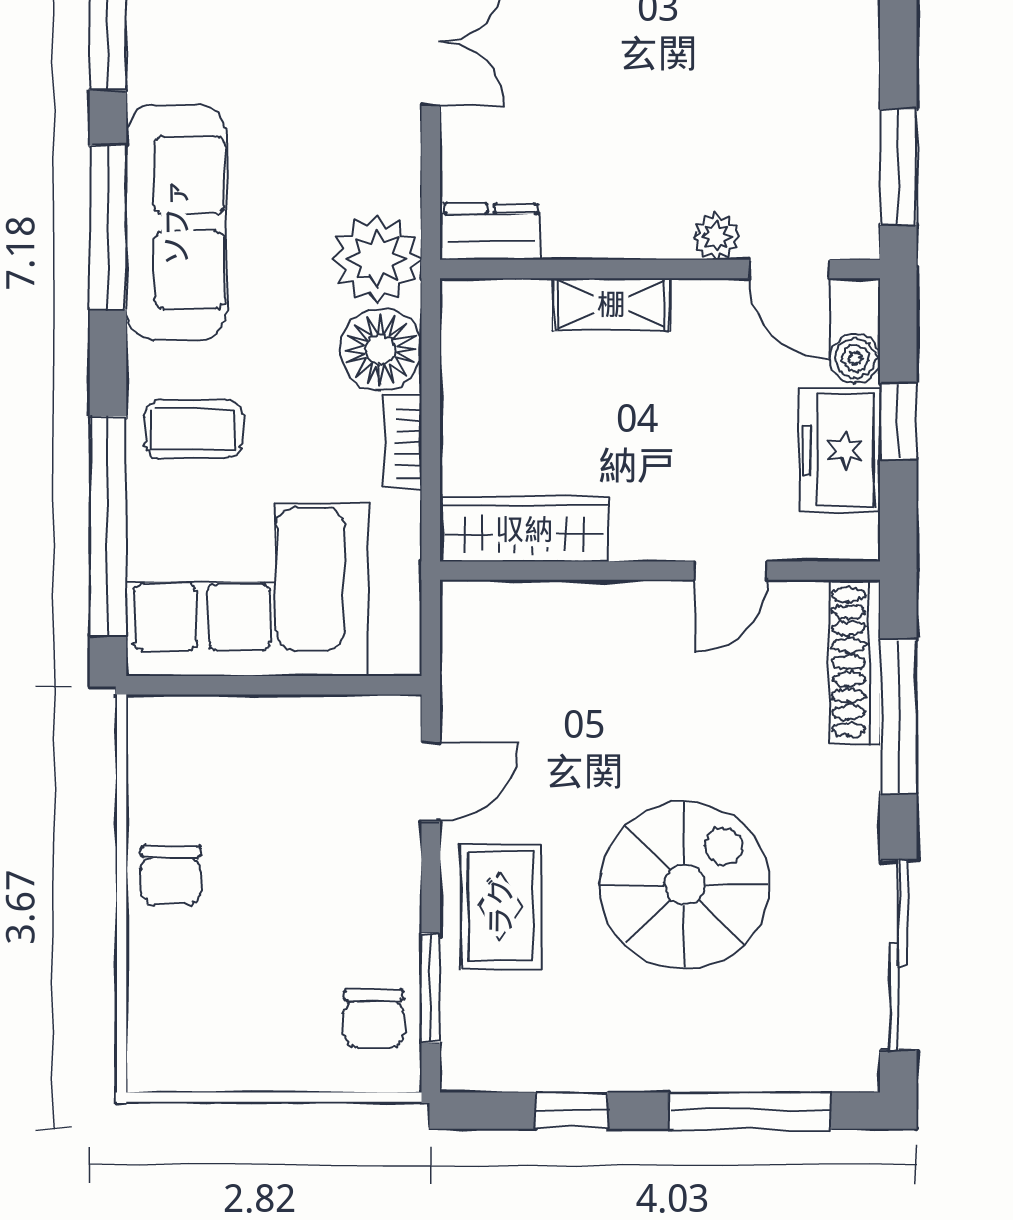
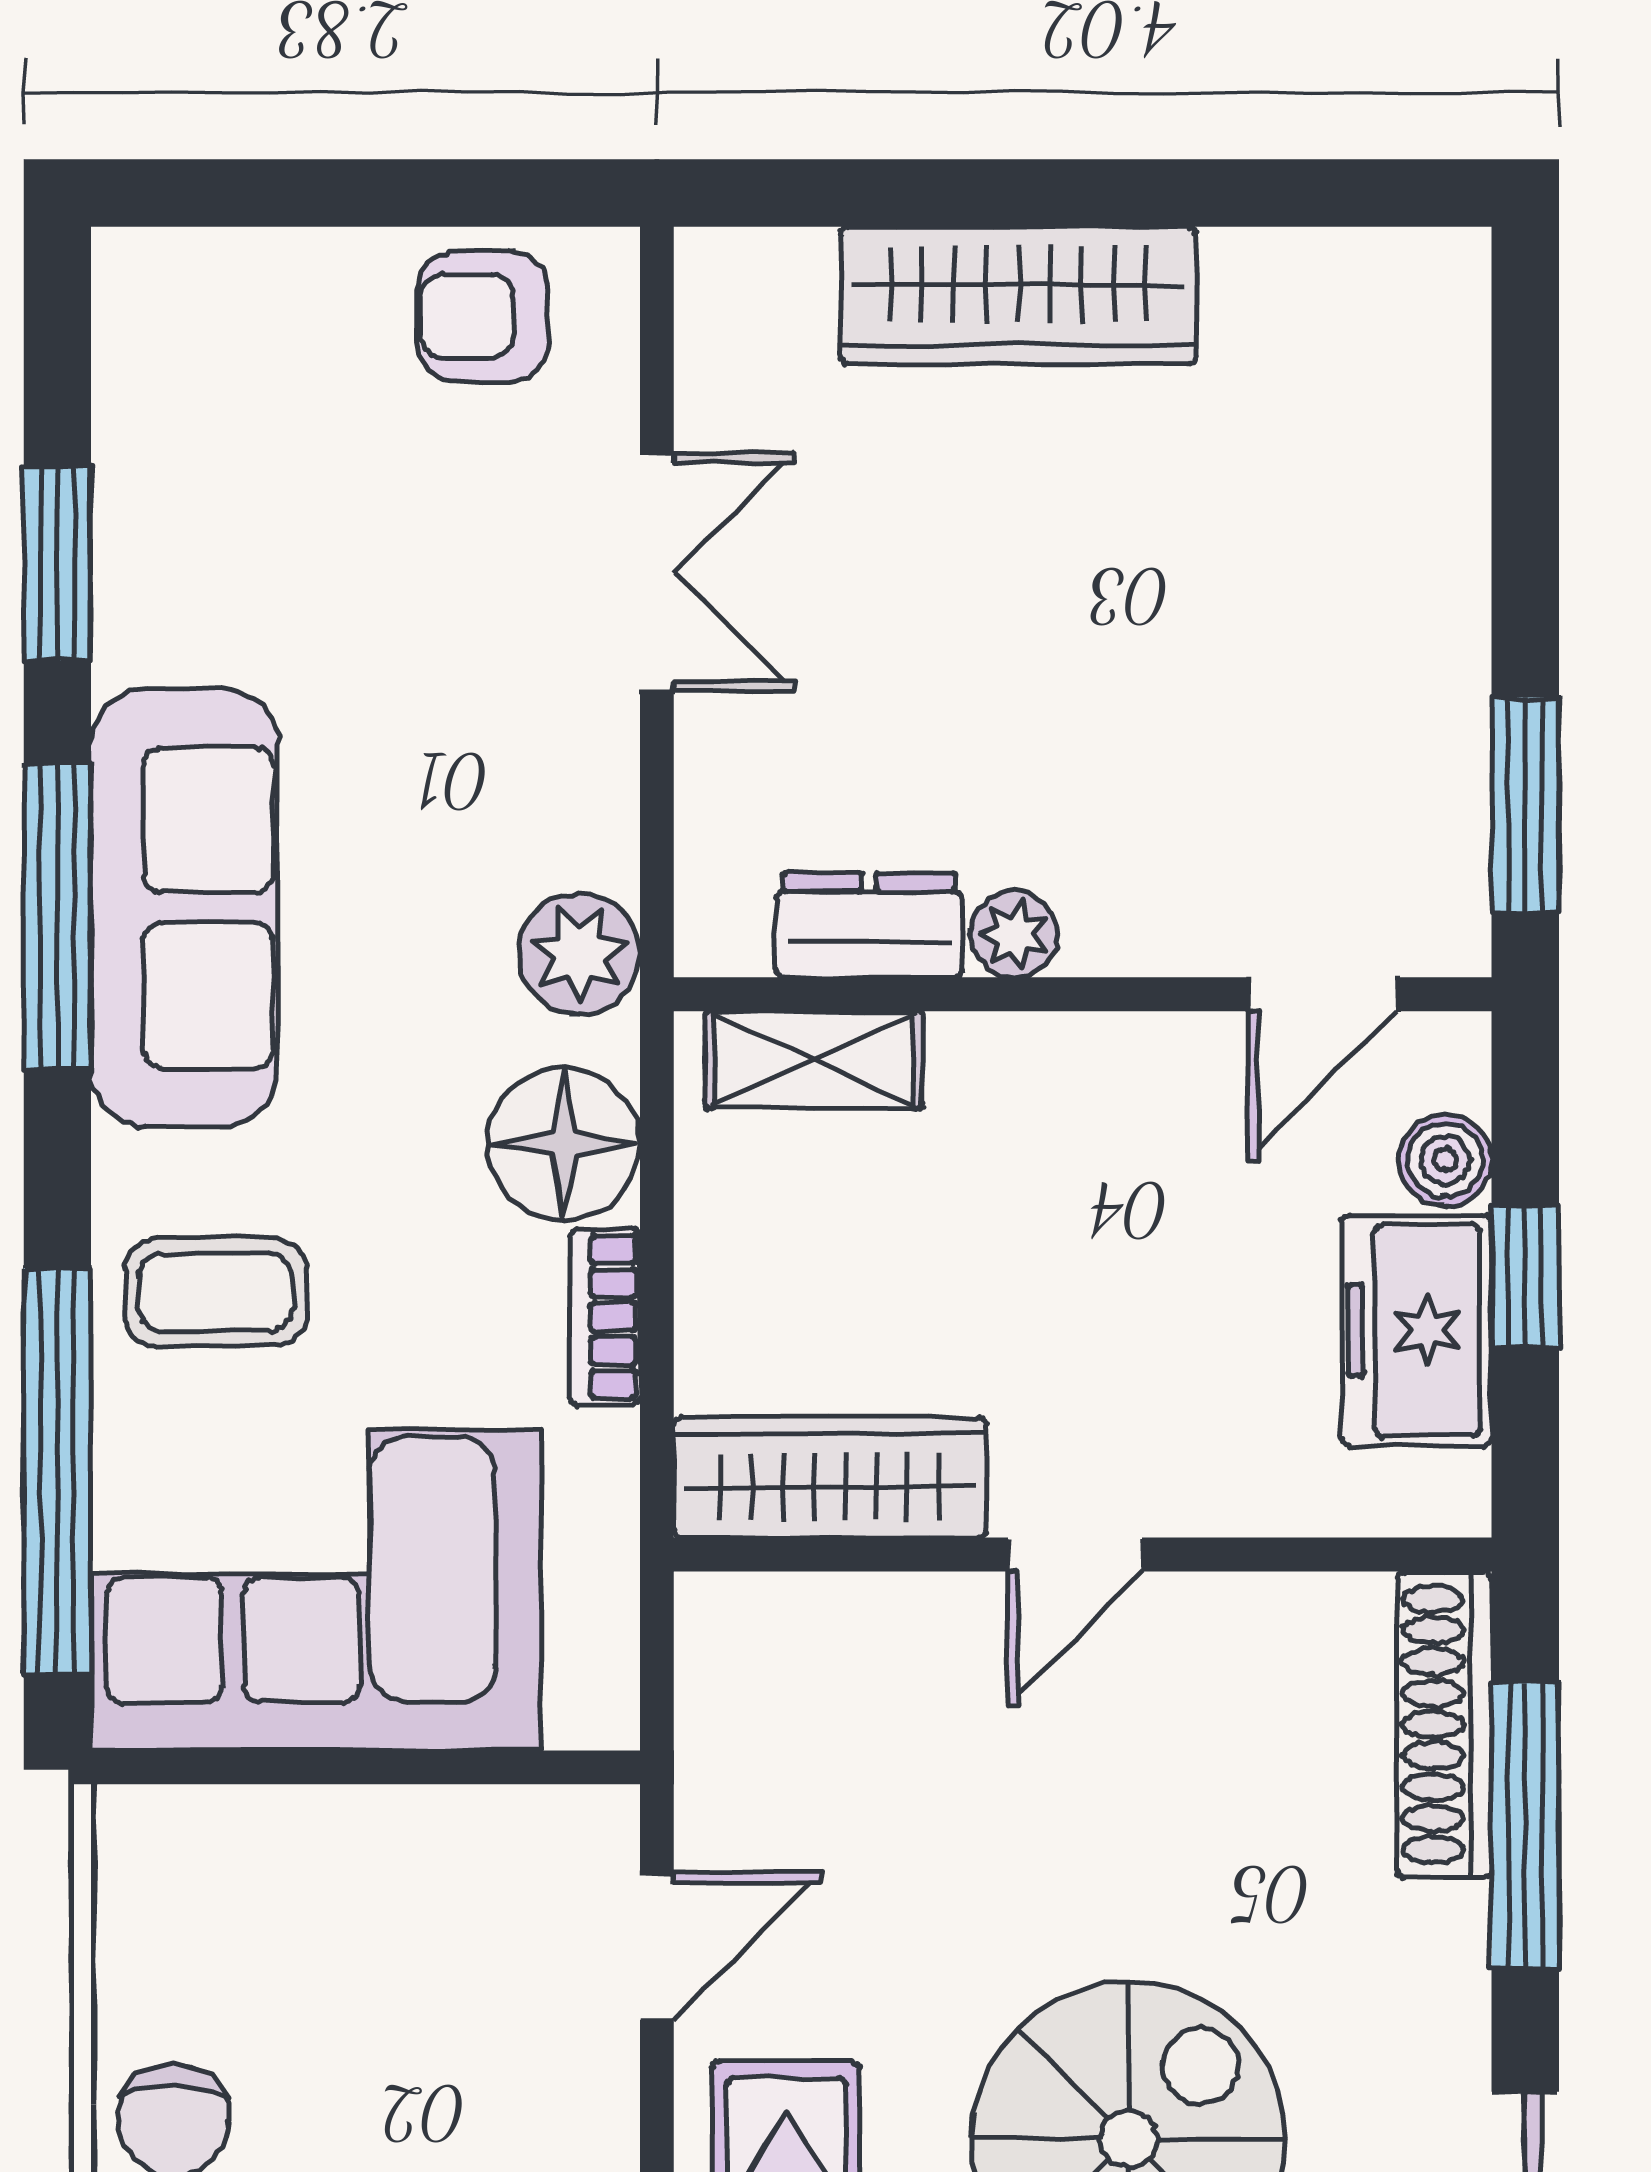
dresser: (491, 232) -> (869, 925), moved
plant: (716, 237) -> (1014, 934), moved
plant: (377, 259) -> (579, 954), width x0.73, depth x0.73
door: (789, 269) -> (1323, 994), hinge flipped
shelving: (611, 304) -> (814, 1060), moved
door: (731, 571) -> (1075, 1554), moved

